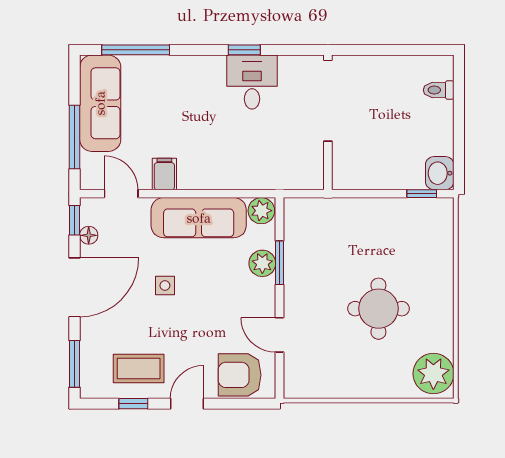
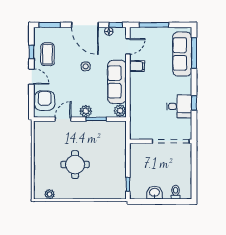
sofa: (100, 103) -> (182, 54), moved, turned 90
washbasin: (440, 173) -> (154, 193), moved
plant: (262, 263) -> (86, 111), moved
plant: (433, 374) -> (50, 194), width x0.53, depth x0.53

